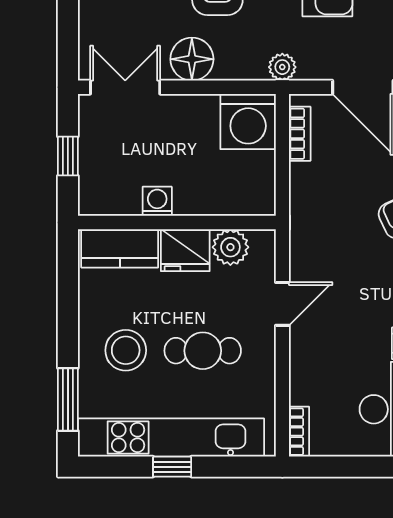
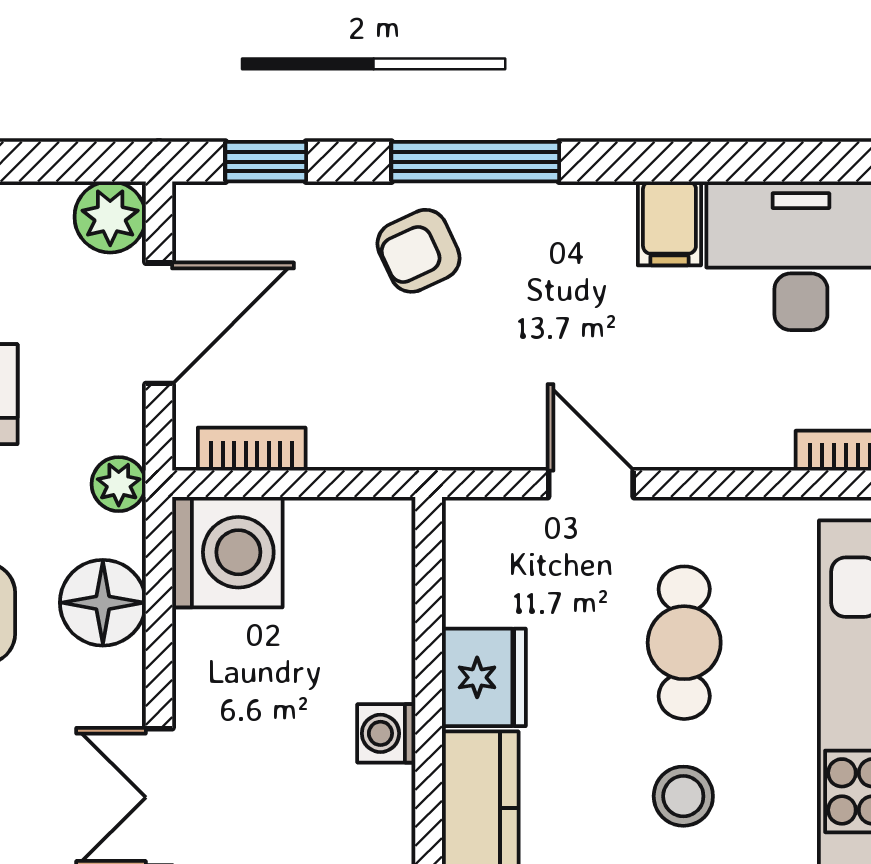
floor lamp: (192, 59) -> (103, 603), moved
plant: (230, 247) -> (478, 587), removed
stool: (126, 350) -> (683, 796), width x0.73, depth x0.73

